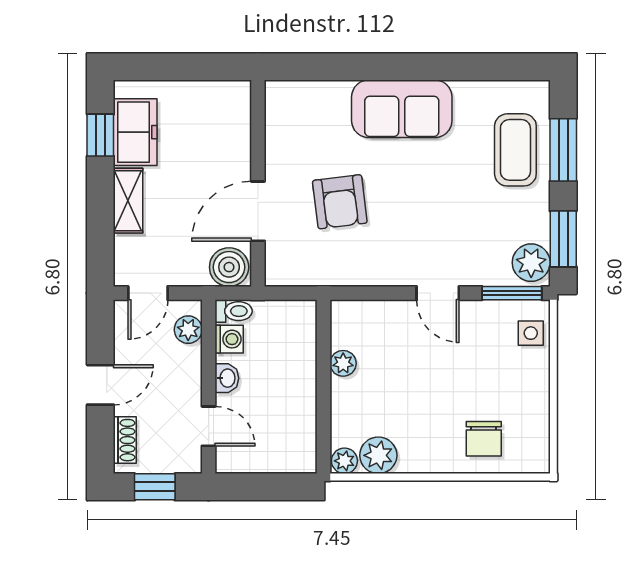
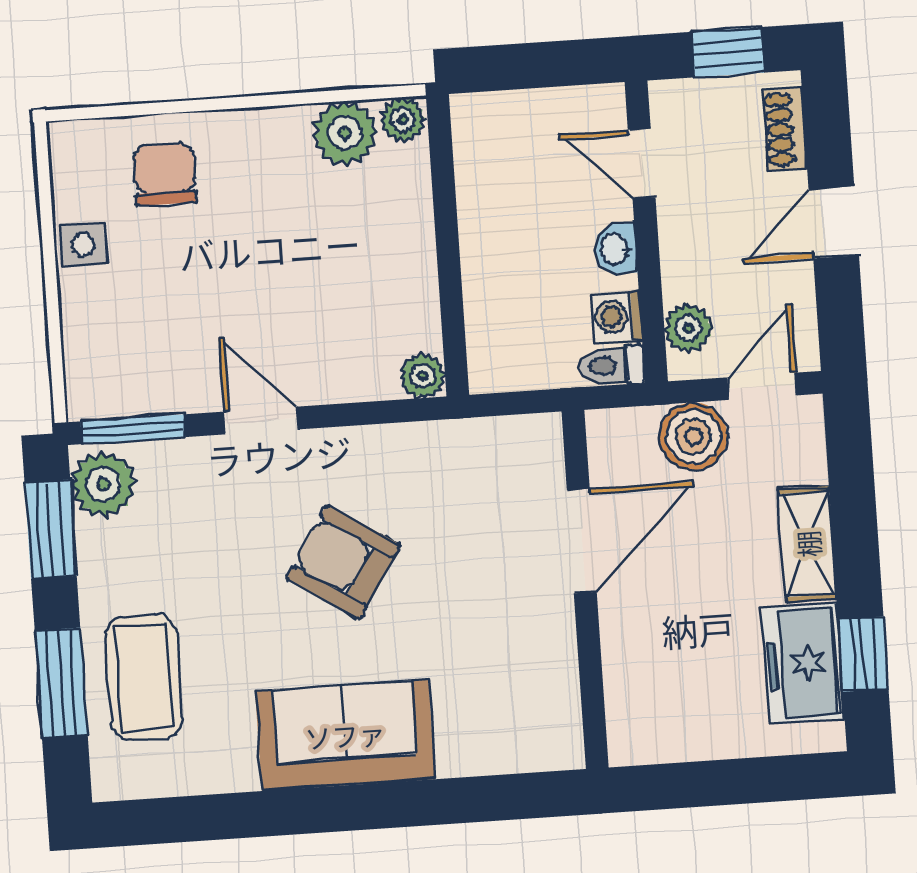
armchair: (340, 202) -> (343, 562), moved, turned -50
boiler: (229, 267) -> (694, 436), moved
side table: (531, 333) -> (83, 245), moved
plant: (343, 363) -> (422, 375), moved

